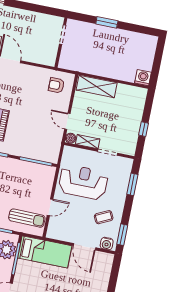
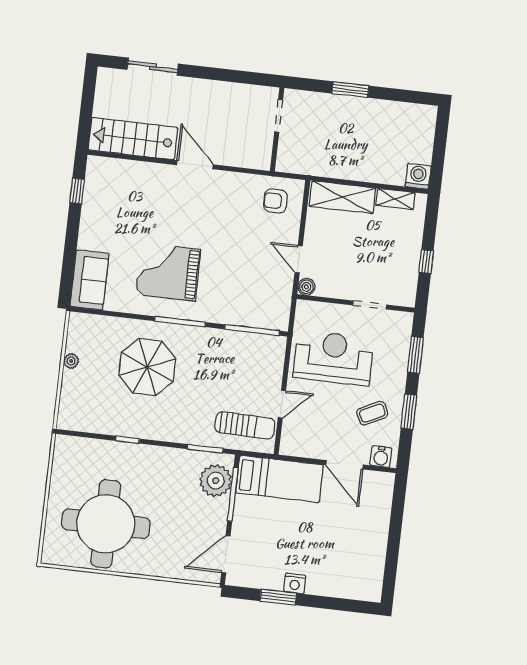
shelving: (88, 142) -> (395, 199), moved
window: (122, 235) -> (409, 412), moved

